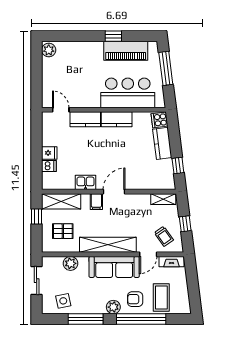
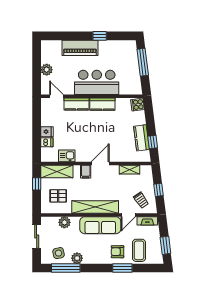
plant: (49, 50) -> (47, 70), moved
piano: (126, 51) -> (80, 48), moved
bar counter: (128, 93) -> (97, 82), moved
kitchen counter: (162, 143) -> (142, 138), moved
kitchen sink: (86, 182) -> (67, 156), moved
shelving: (163, 199) -> (130, 170), moved
window: (194, 291) -> (165, 245), added
plant: (113, 307) -> (77, 258), moved
window: (86, 319) -> (66, 268), moved
window: (141, 319) -> (122, 268), width x0.47

